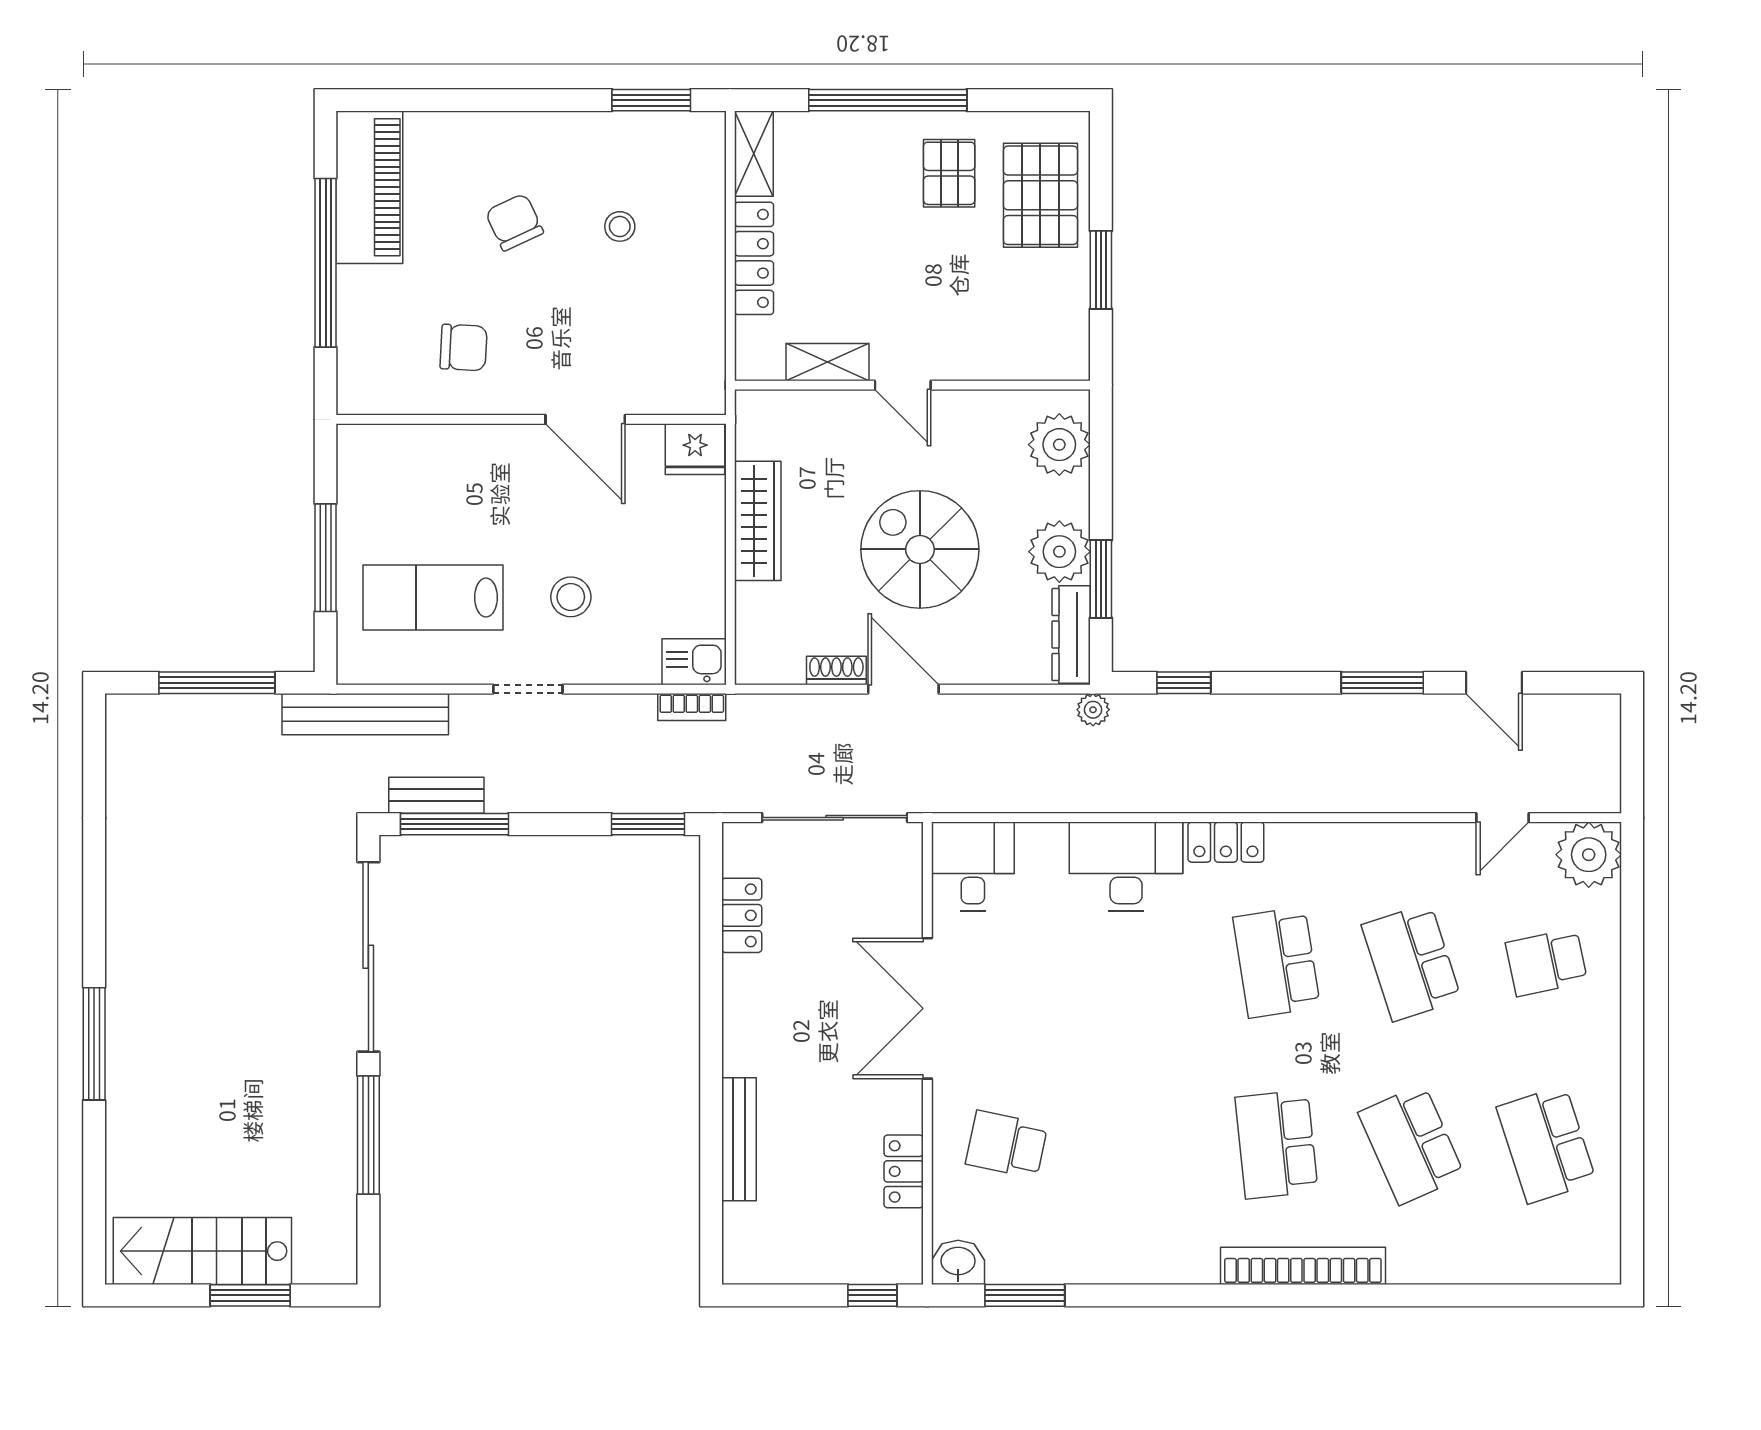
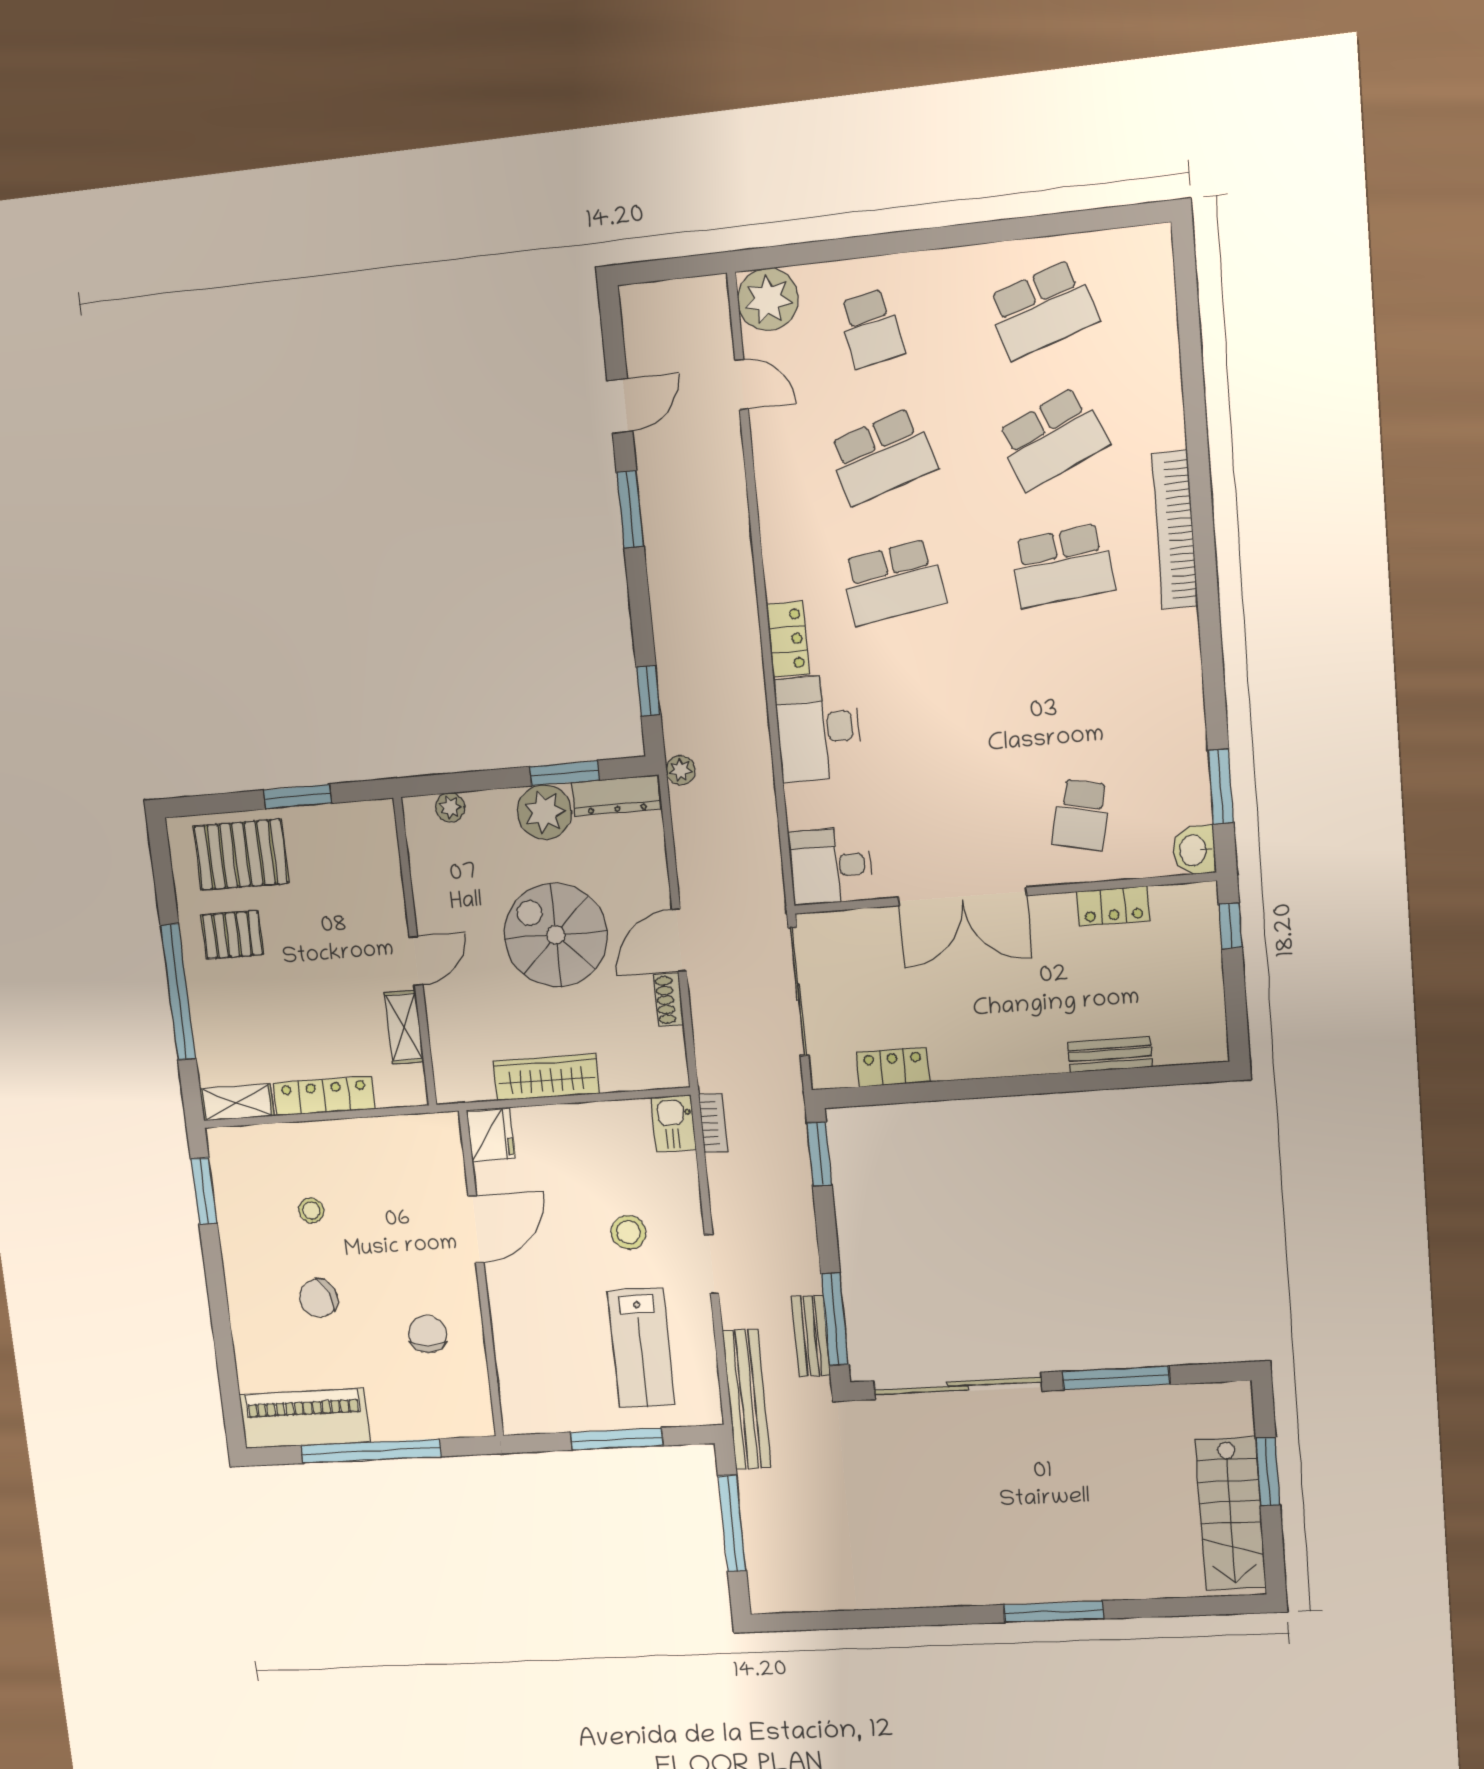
plant: (1059, 445) -> (450, 807), width x0.53, depth x0.53
spiral stairs: (920, 549) -> (556, 935), turned 90
bench: (739, 1139) -> (1110, 1054), width x0.73

